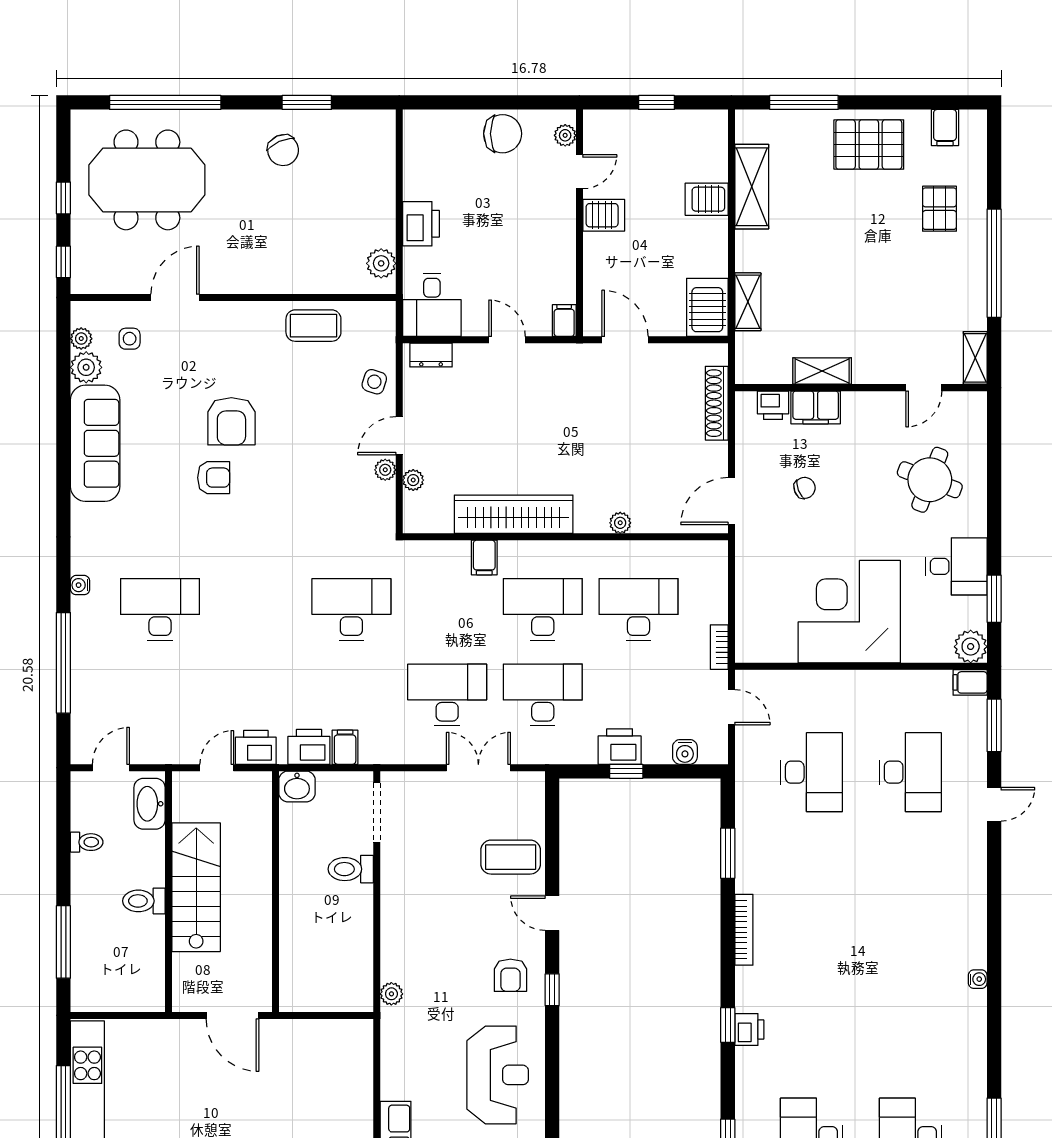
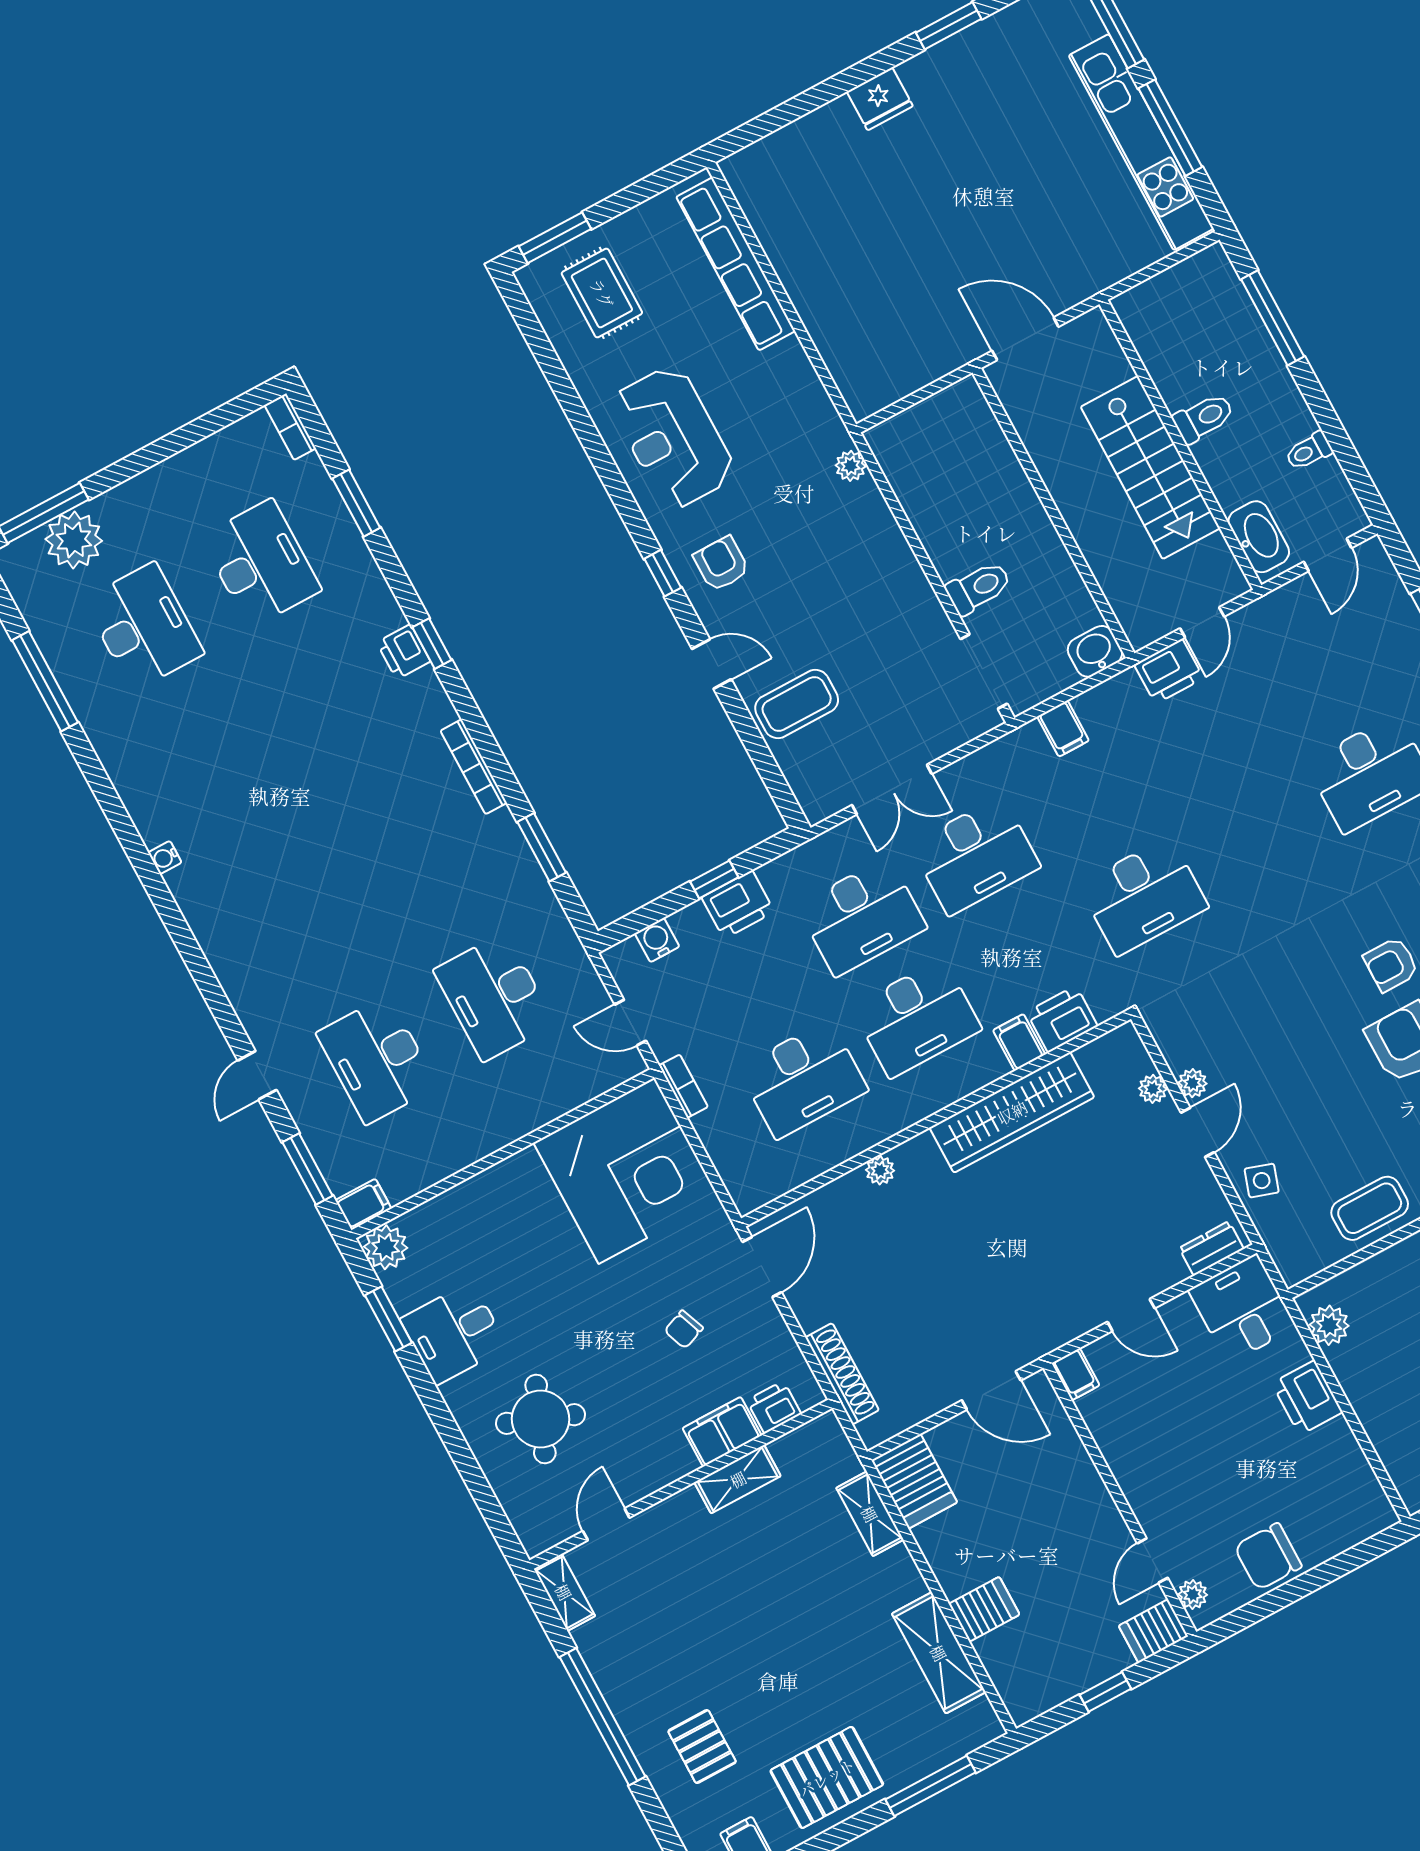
server rack: (604, 215) -> (1153, 1631), moved
corner desk: (849, 612) -> (627, 1171), moved
printer: (309, 747) -> (1062, 1019), moved, turned 180

